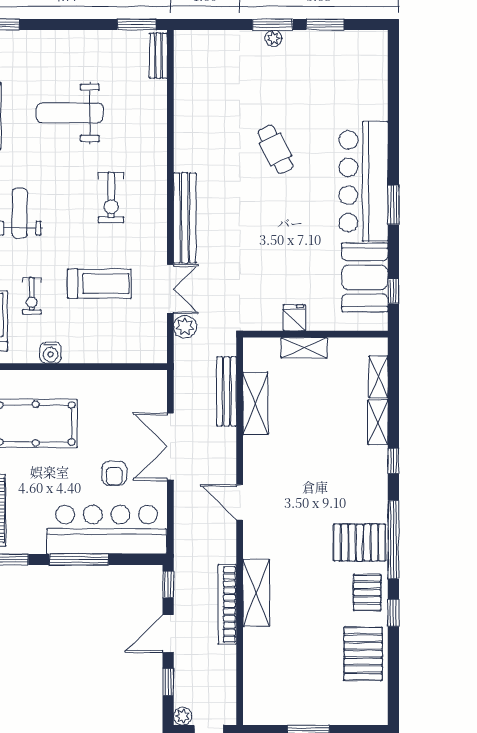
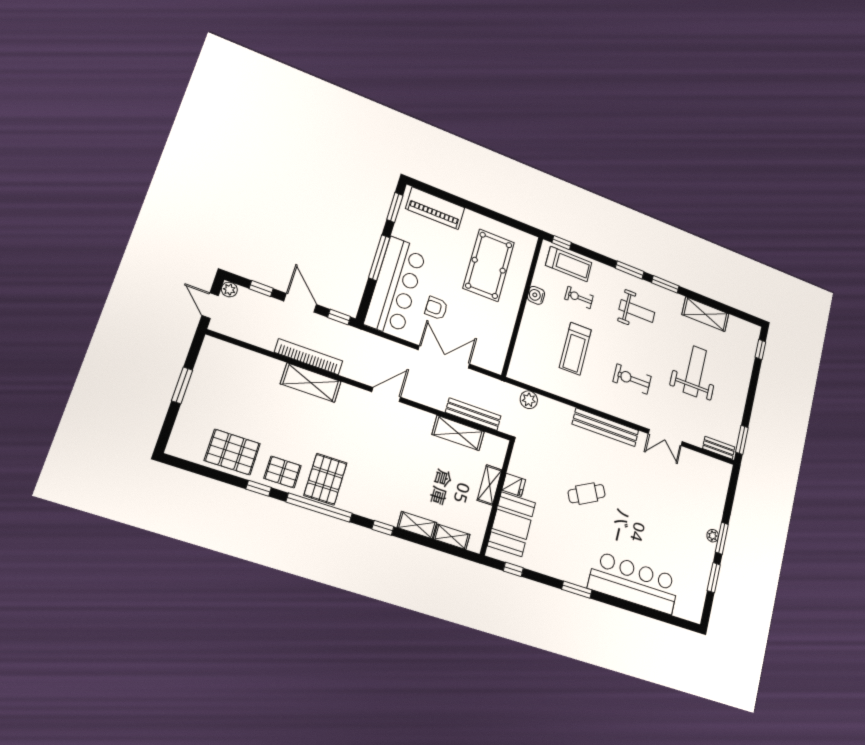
cafe table: (276, 149) -> (587, 494), moved
bar counter: (364, 181) -> (634, 583), moved
booth: (365, 277) -> (511, 524), moved, turned 90
double door: (170, 289) -> (665, 437), moved

